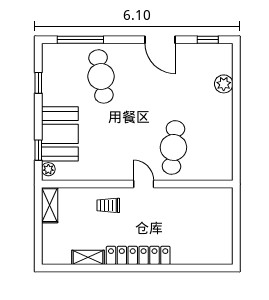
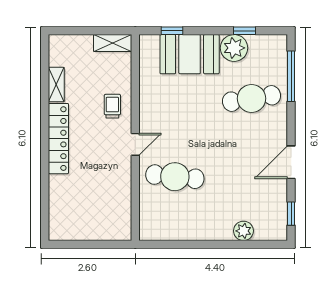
plant: (48, 169) -> (234, 48), moved, width x1.88, depth x1.88

